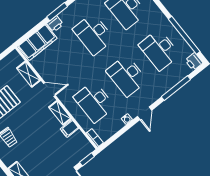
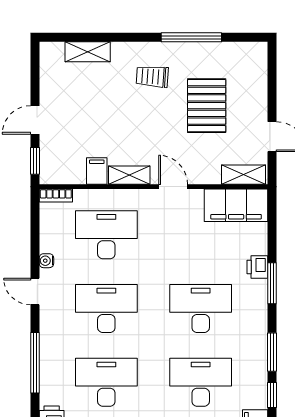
filing cabinet: (37, 42) -> (236, 205), moved, turned -90
shelving: (29, 74) -> (244, 175), moved
door: (49, 89) -> (173, 187), swing flipped

